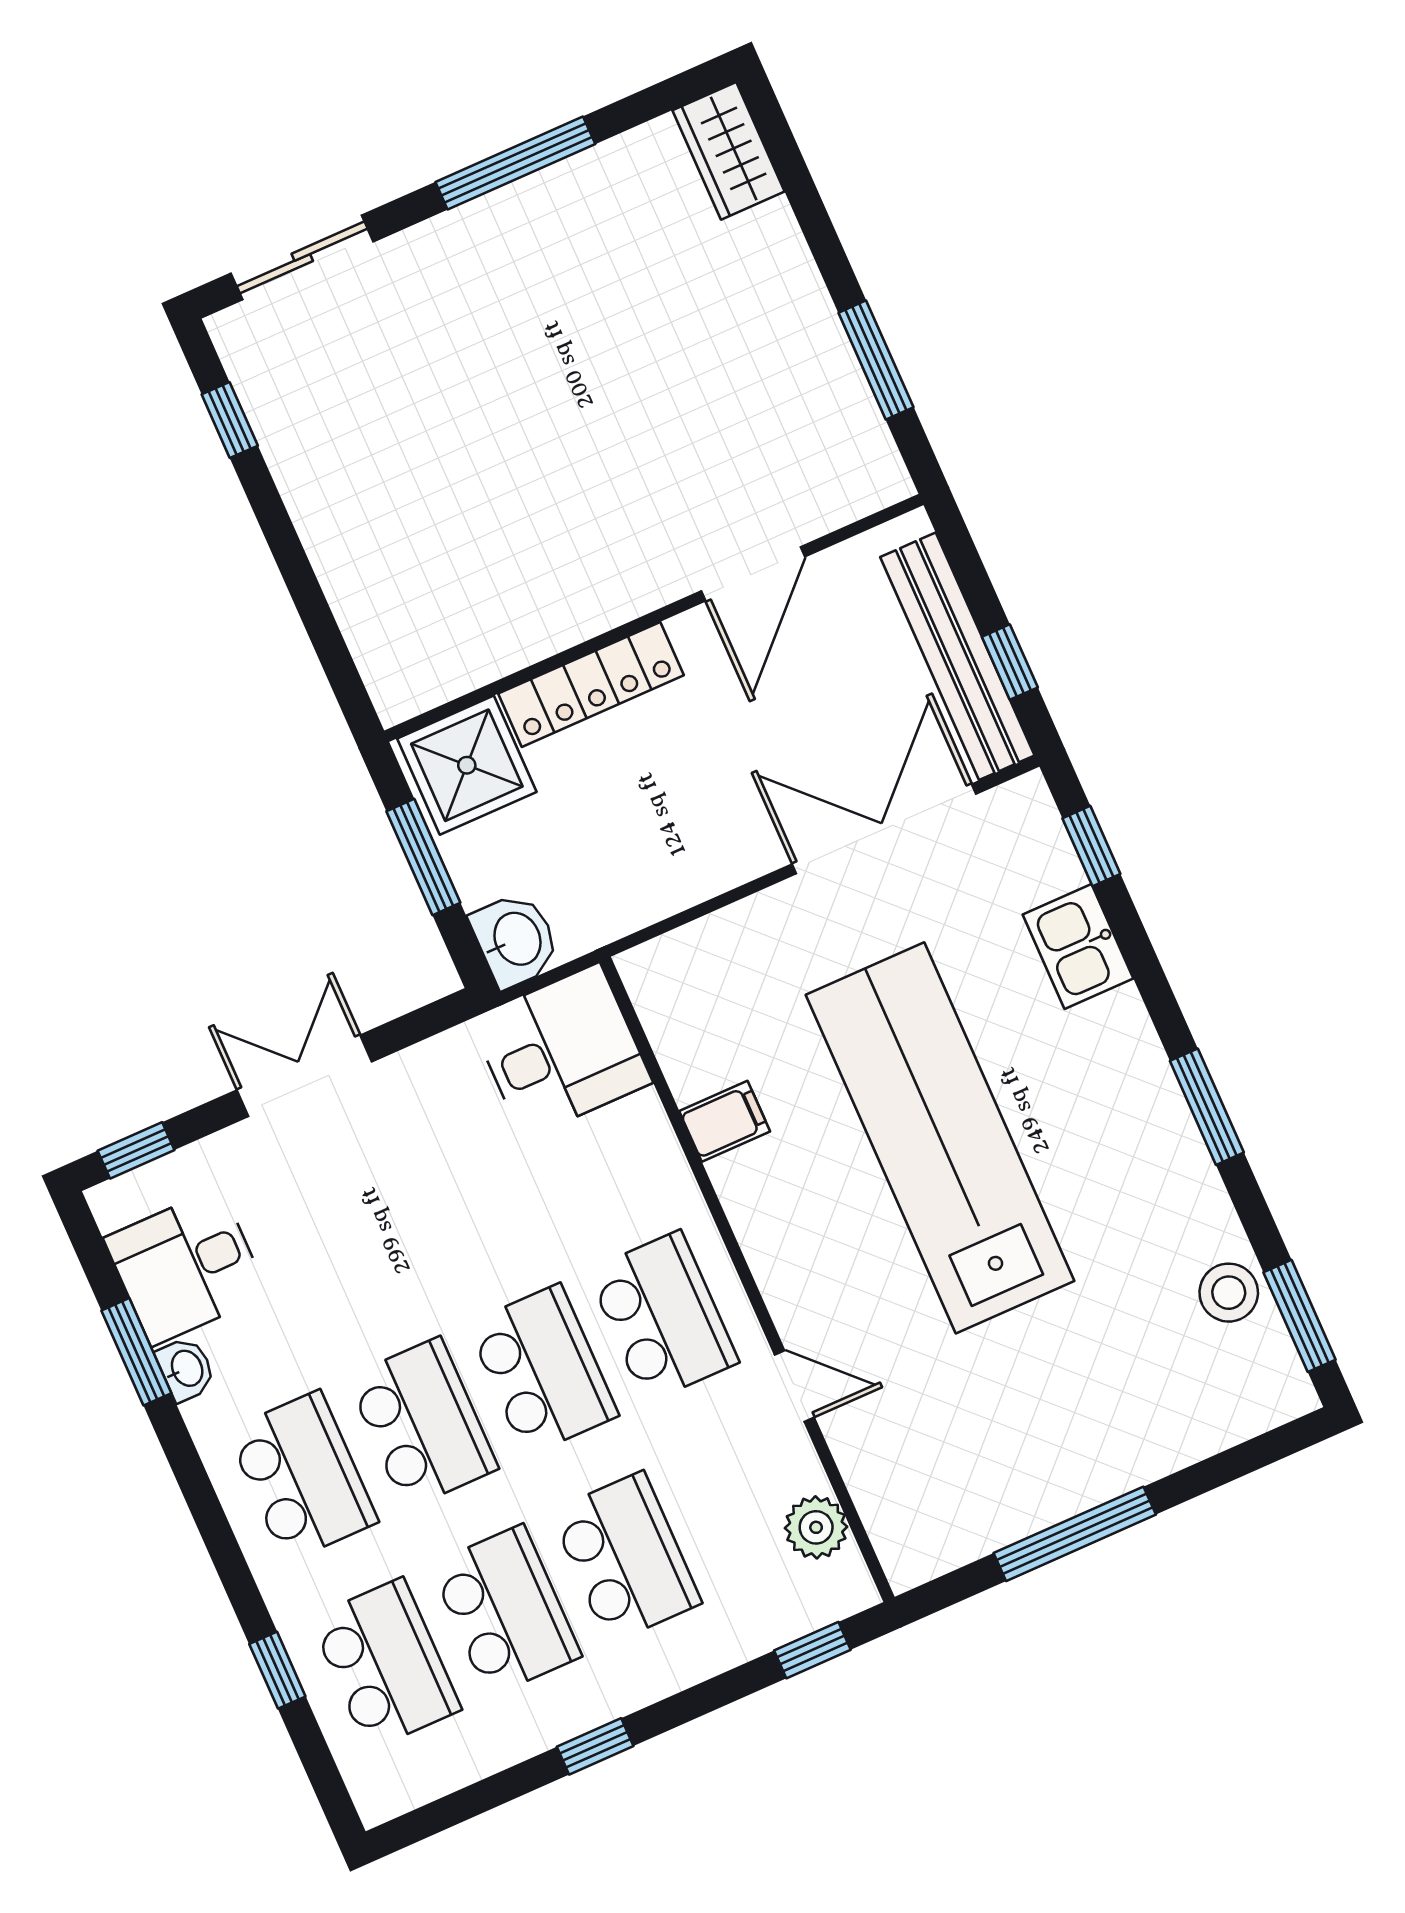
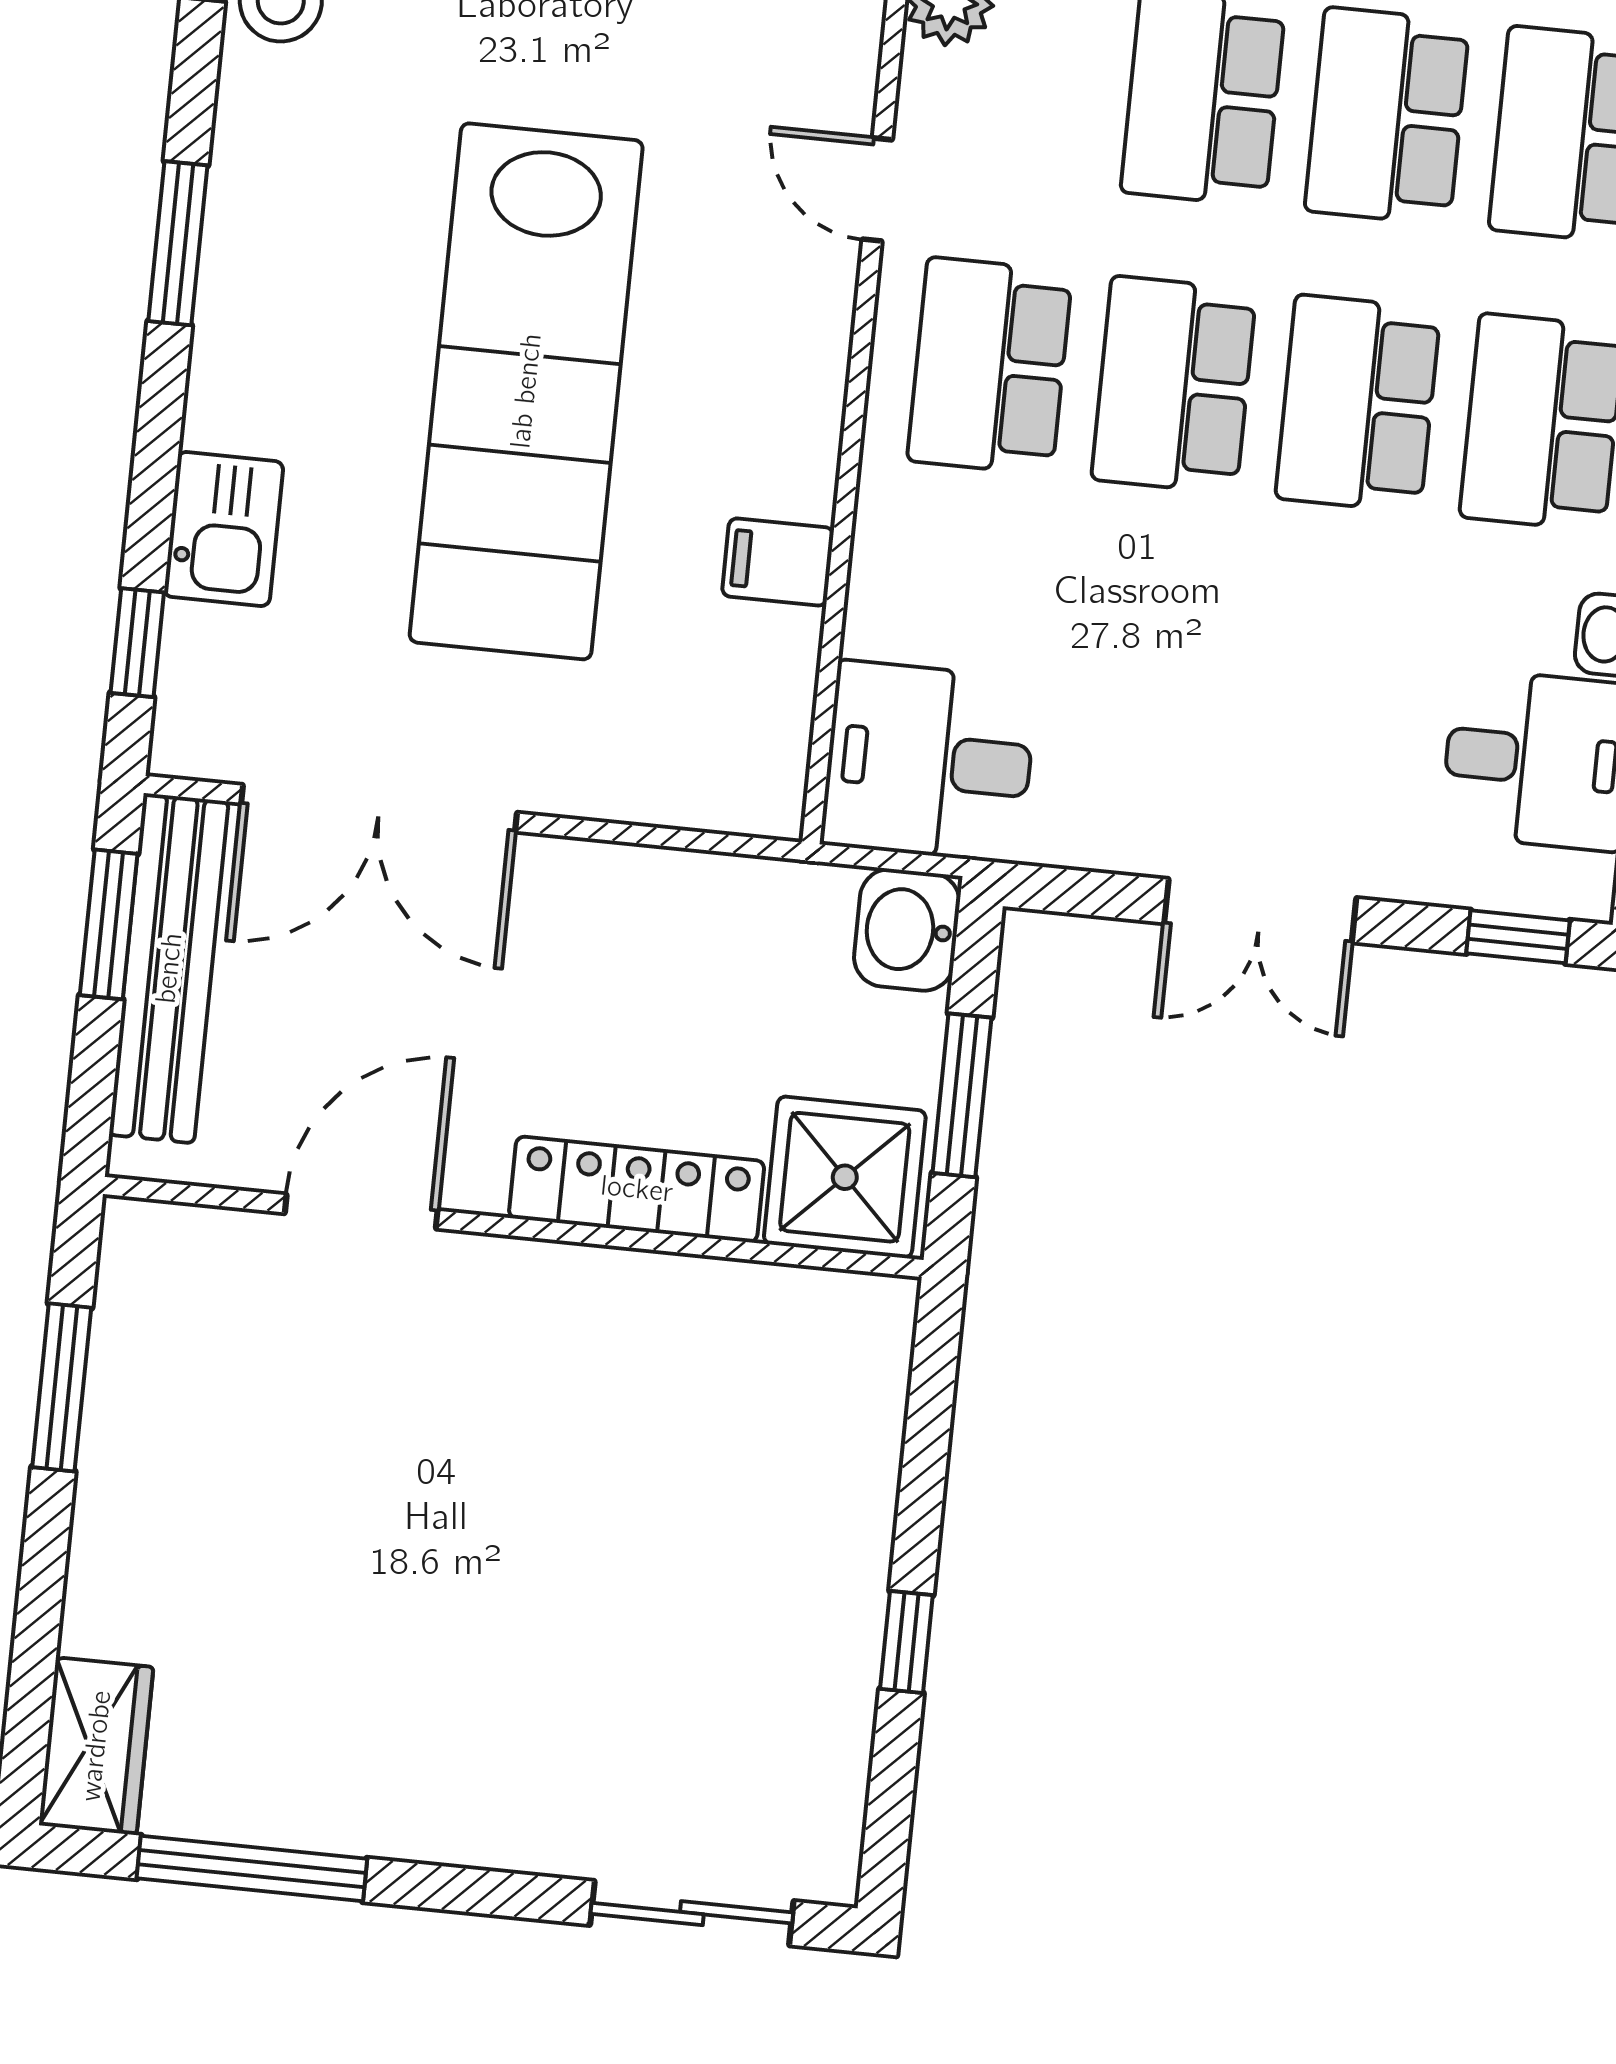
window: (515, 163) -> (252, 1868), moved
window: (230, 420) -> (906, 1642), moved
window: (1010, 662) -> (109, 924), width x1.50

